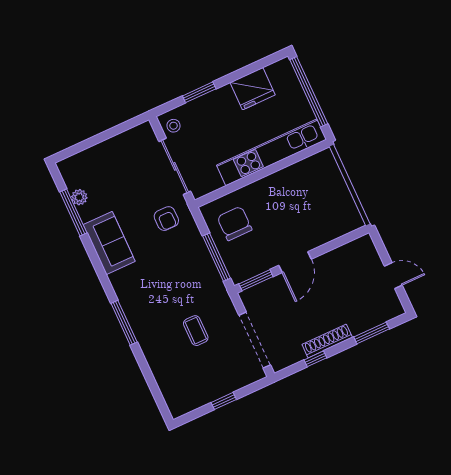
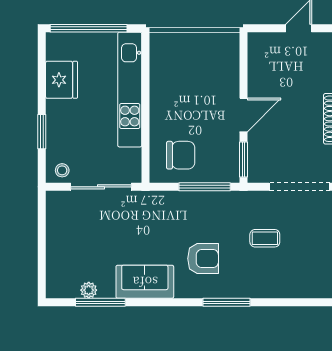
armchair: (166, 219) -> (203, 259), moved, width x1.38, depth x1.38
chair: (235, 223) -> (181, 155), turned 180
door: (295, 262) -> (243, 115), hinge flipped

